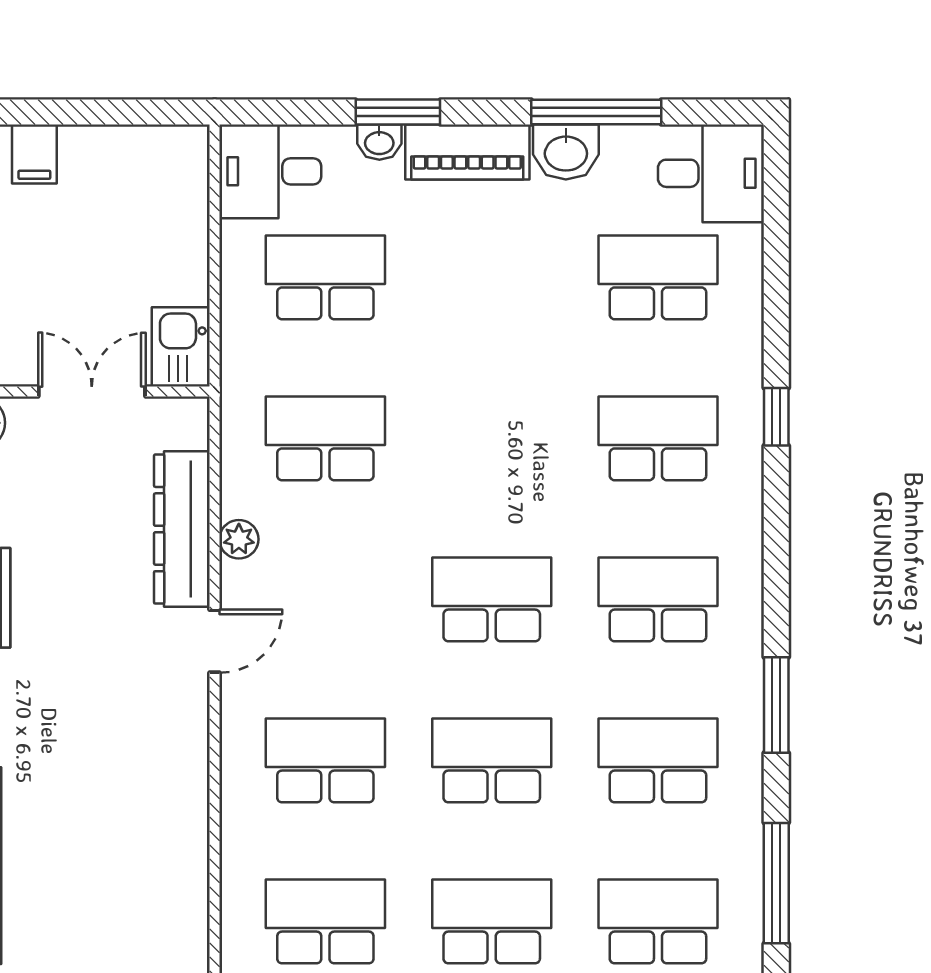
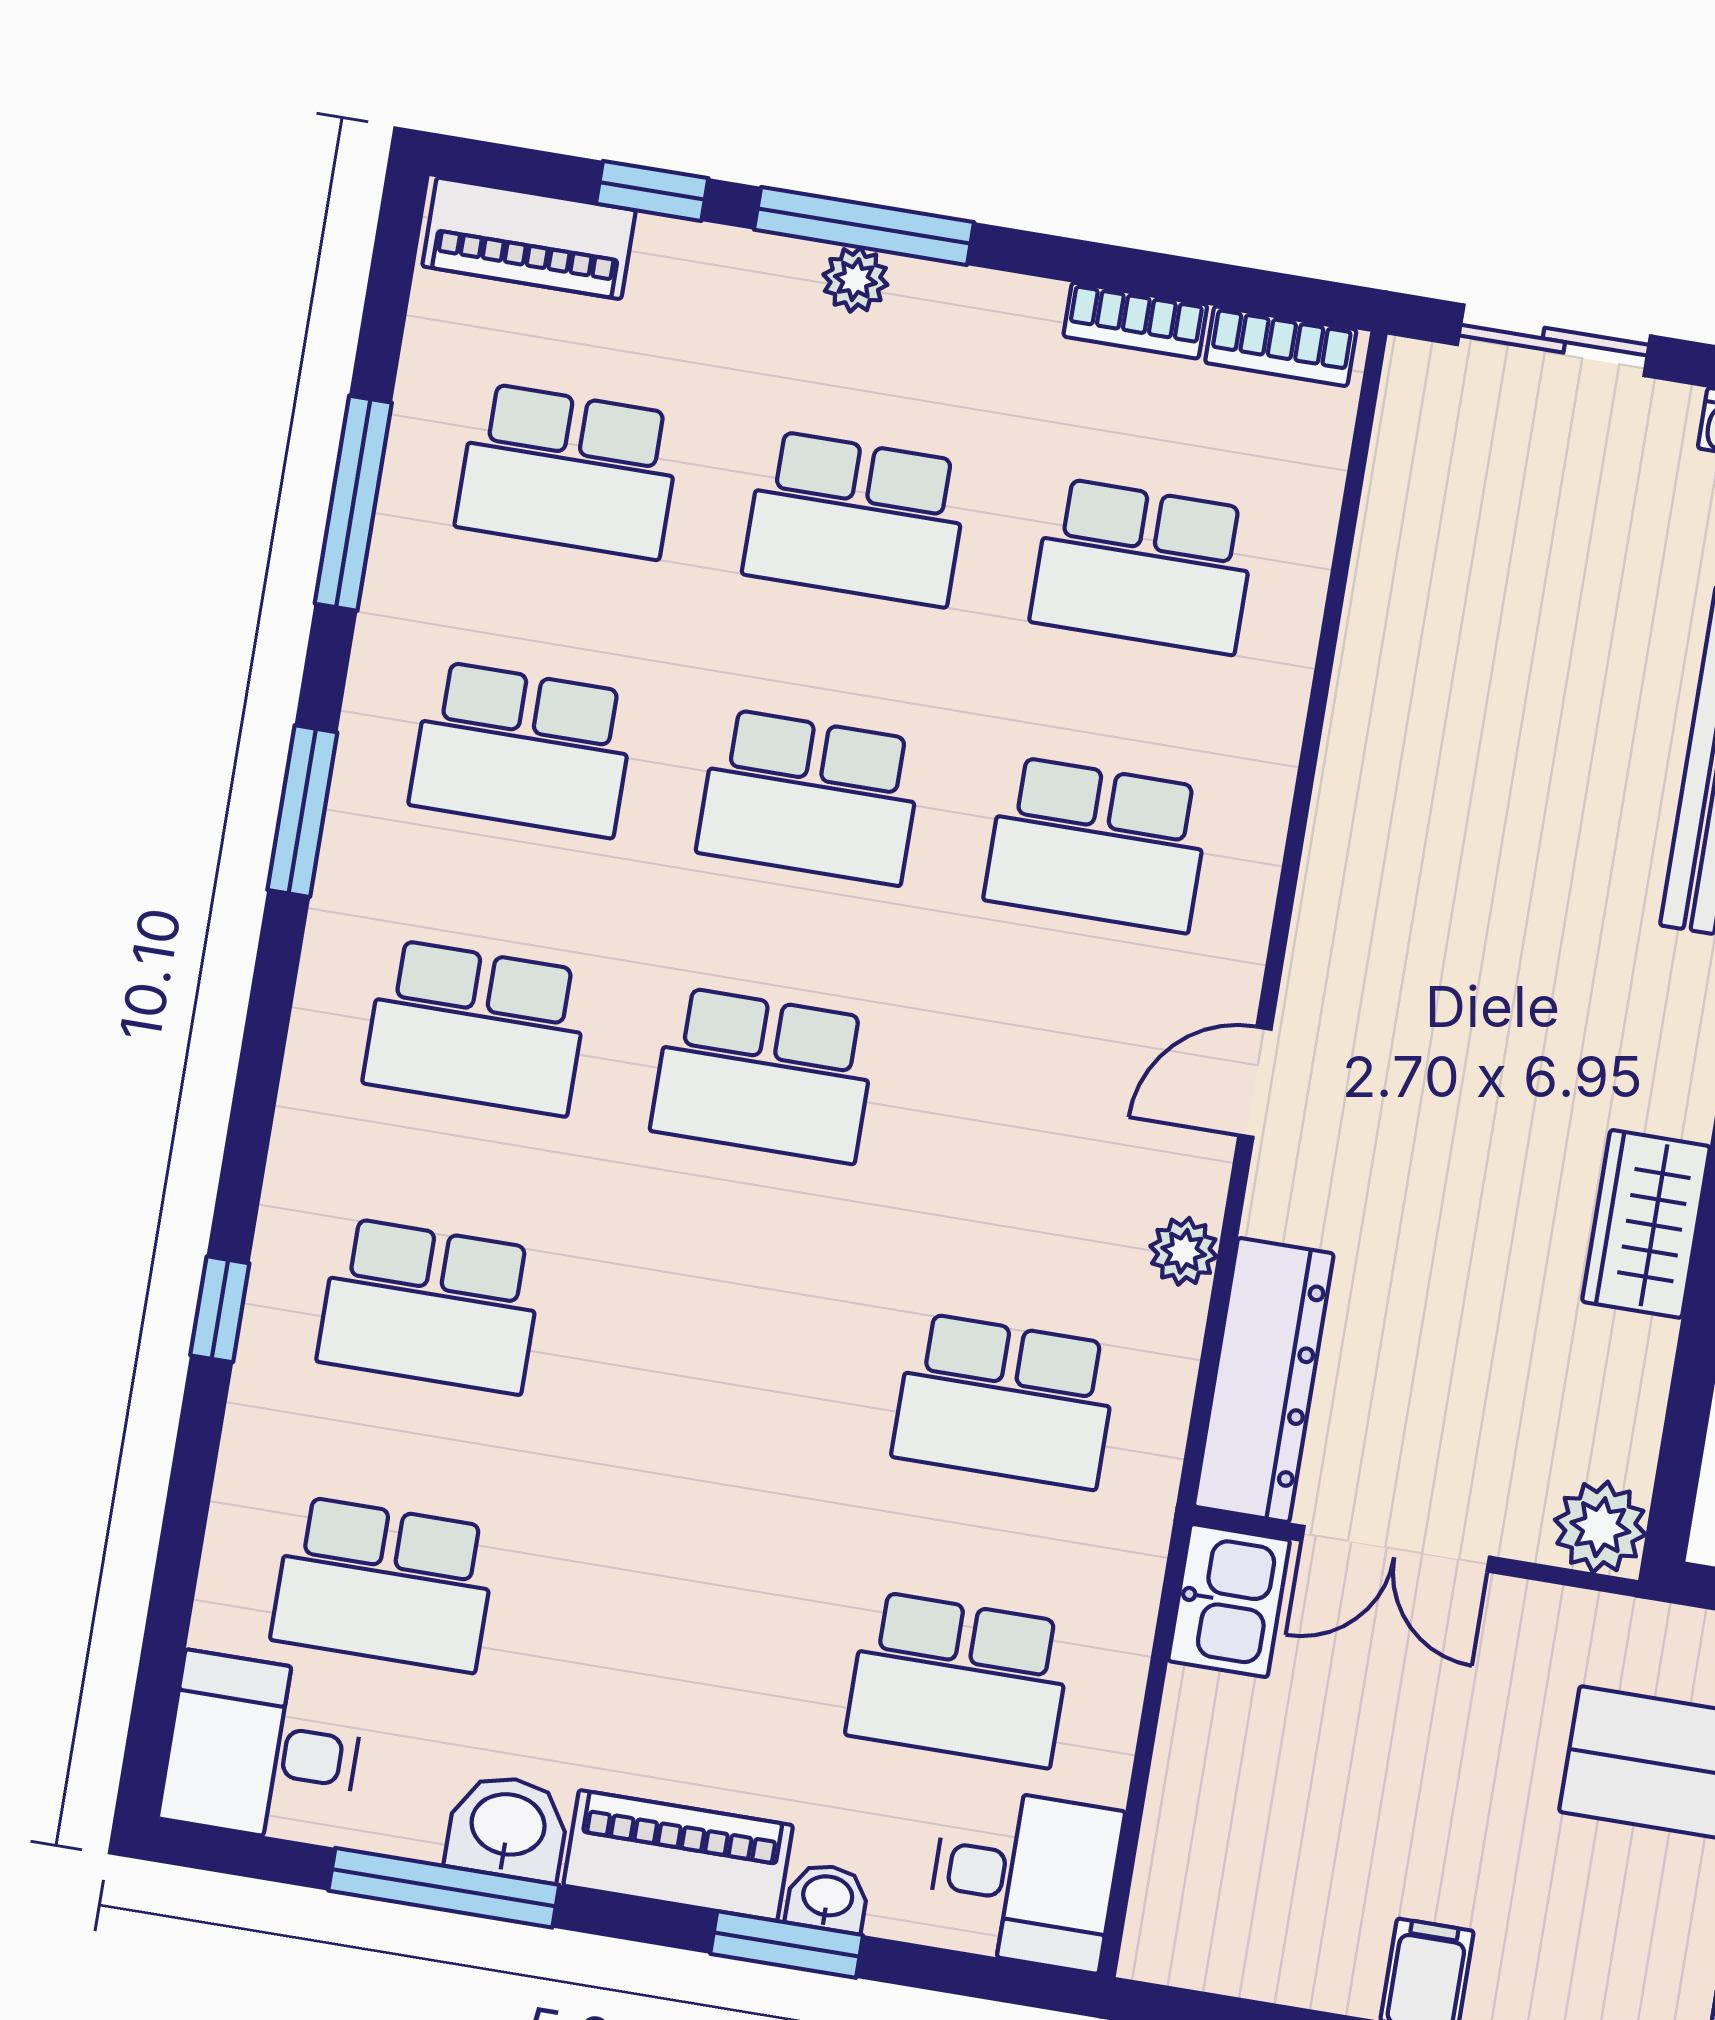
dresser: (182, 529) -> (1264, 1380), moved

